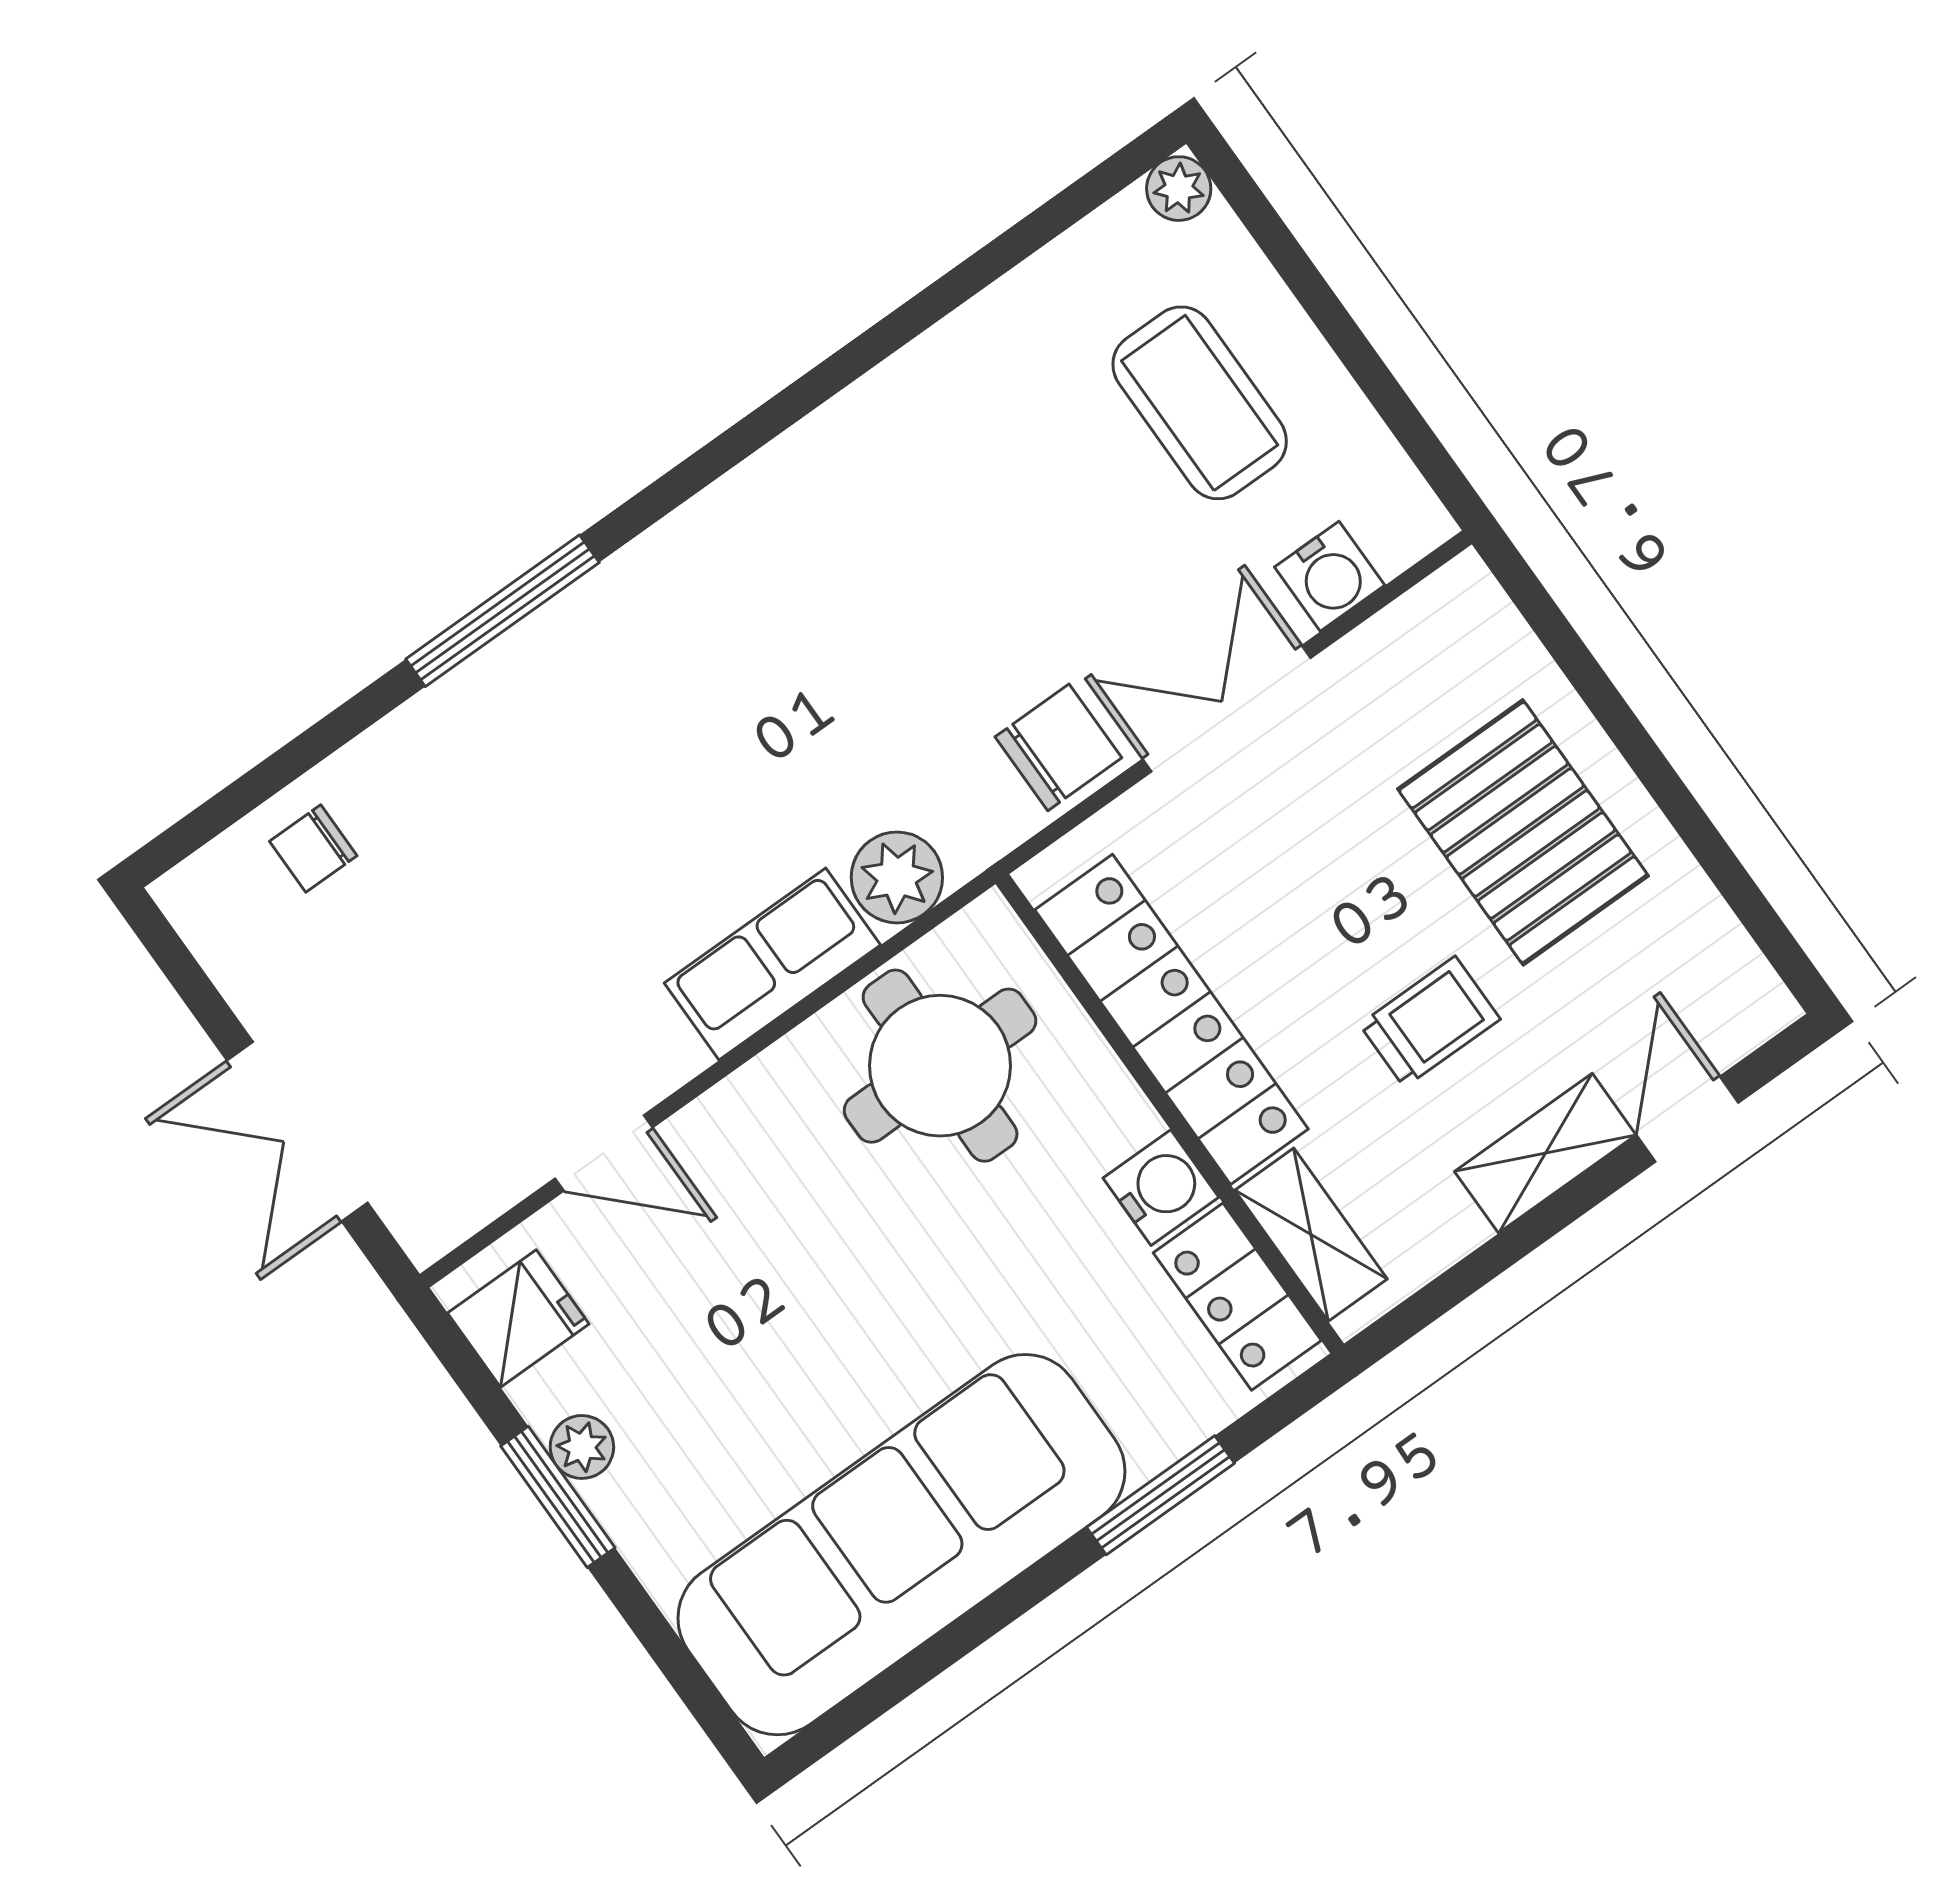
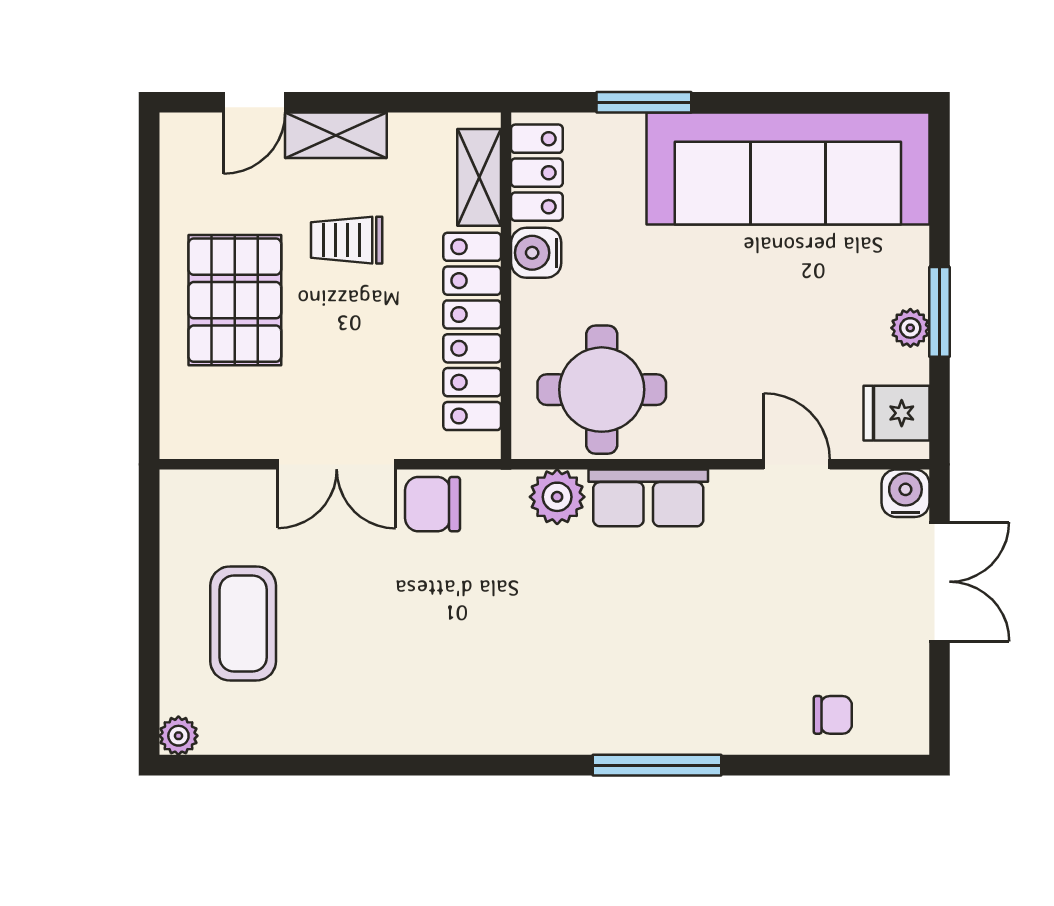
water cooler: (1330, 576) -> (905, 493), moved

